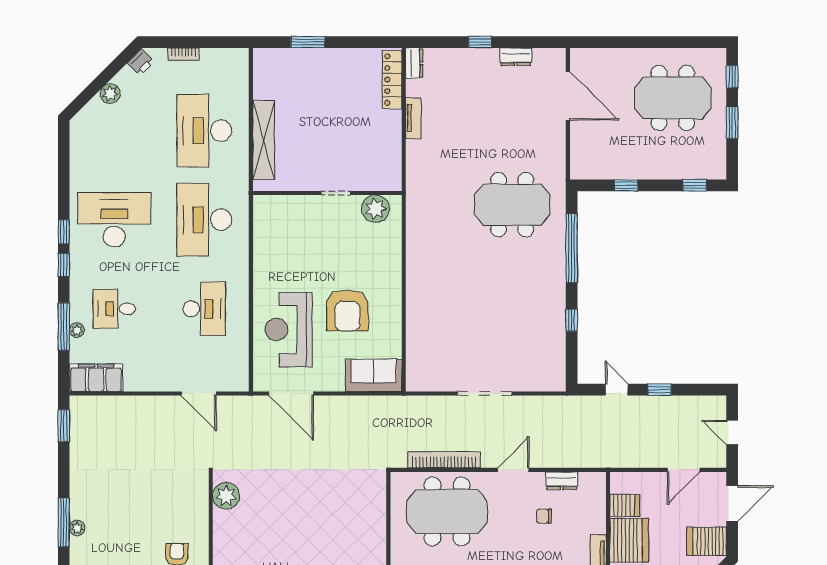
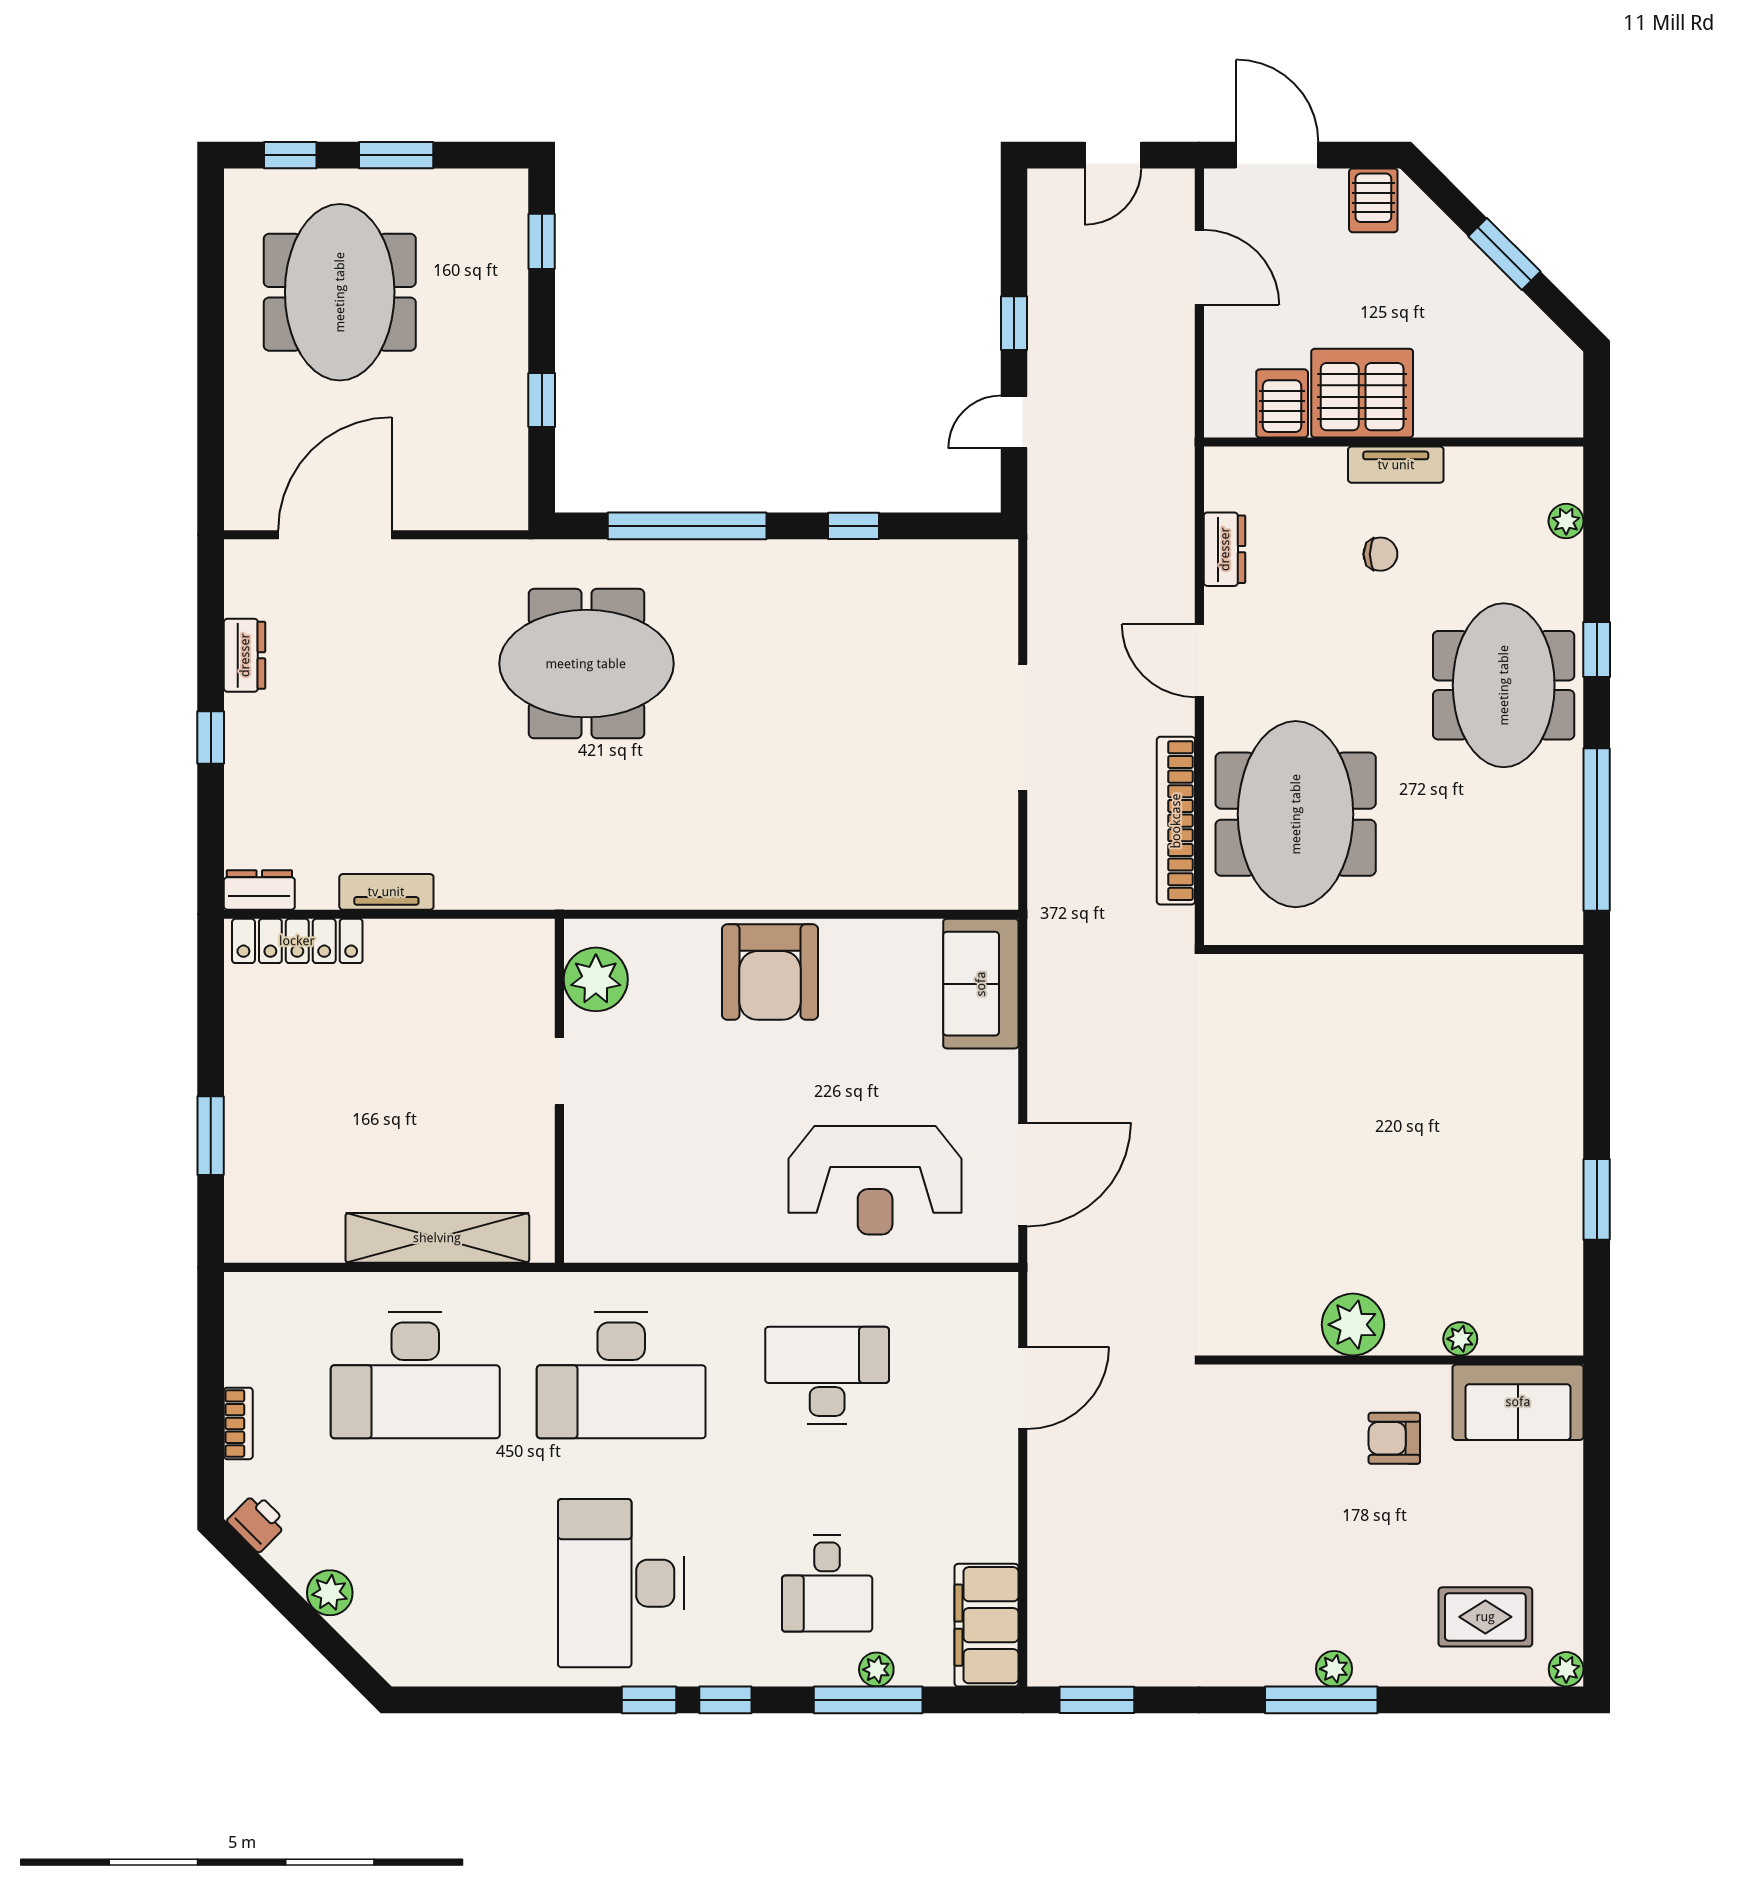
meeting table: (512, 205) -> (586, 664), turned 90
armchair: (347, 310) -> (770, 972), moved, turned 90
plant: (226, 496) -> (1353, 1325), moved
chair: (544, 516) -> (1380, 554), moved, turned -90
server rack: (706, 541) -> (1373, 200), width x0.73, depth x0.70

